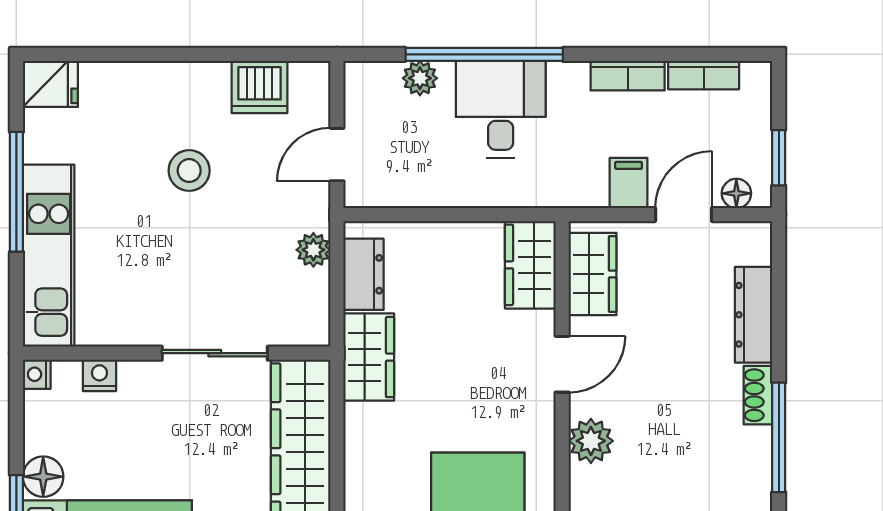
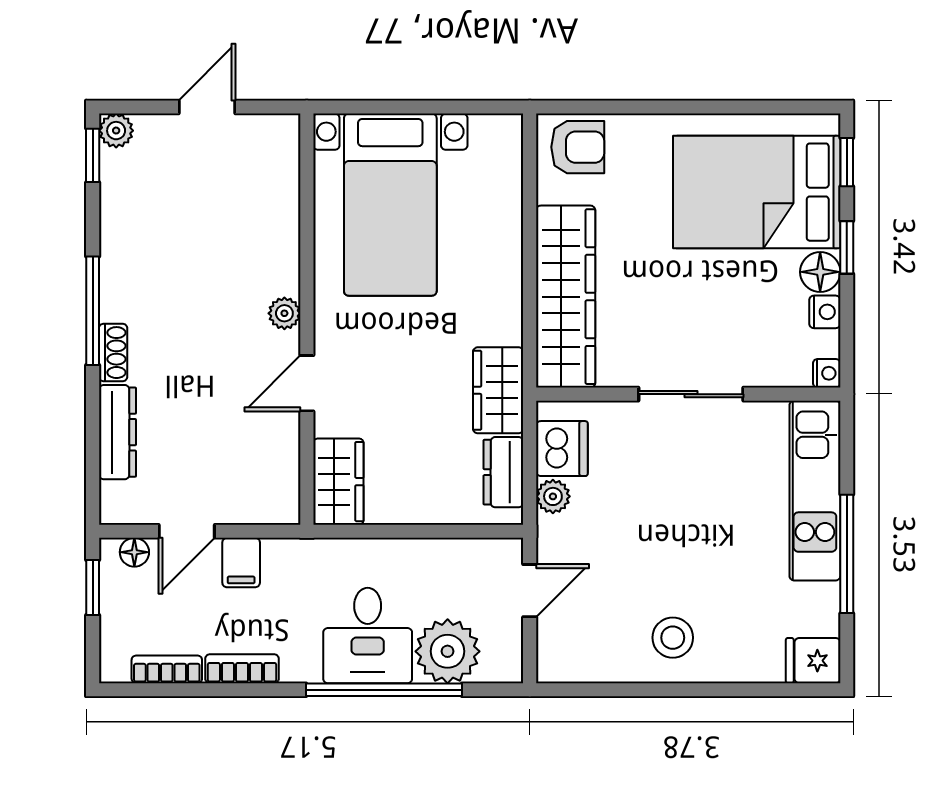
plant: (420, 78) -> (448, 651), width x1.87, depth x1.87
dishwasher: (259, 87) -> (562, 449), moved, turned 90
stool: (189, 171) -> (673, 638), moved
wardrobe: (593, 274) -> (277, 472), removed
sliding door: (215, 353) -> (691, 394), moved
nightstand: (99, 375) -> (825, 312), moved, turned -90
plant: (591, 441) -> (284, 313), width x0.73, depth x0.73

